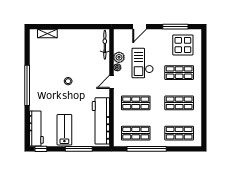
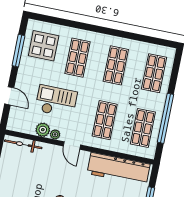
checkout: (143, 63) -> (56, 101), turned 180

